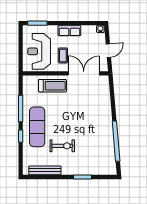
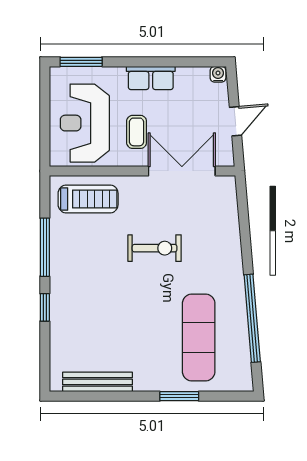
treadmill: (52, 86) -> (88, 199), moved
exercise mat: (37, 127) -> (199, 338), moved
exercise bike: (62, 146) -> (155, 248), moved

